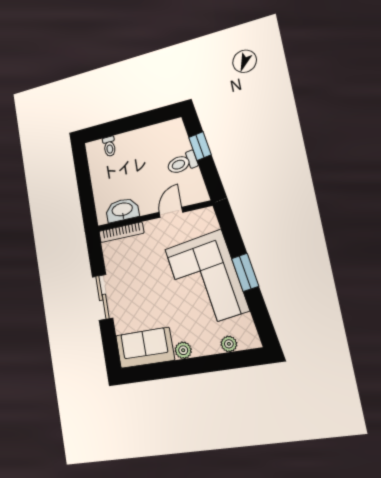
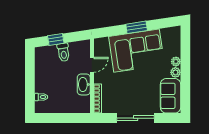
washbasin: (122, 210) -> (84, 84), moved
door: (171, 212) -> (92, 65), swing flipped
sliding door: (102, 297) -> (136, 118), width x1.37
plant: (229, 344) -> (176, 62), moved

